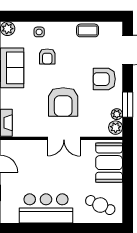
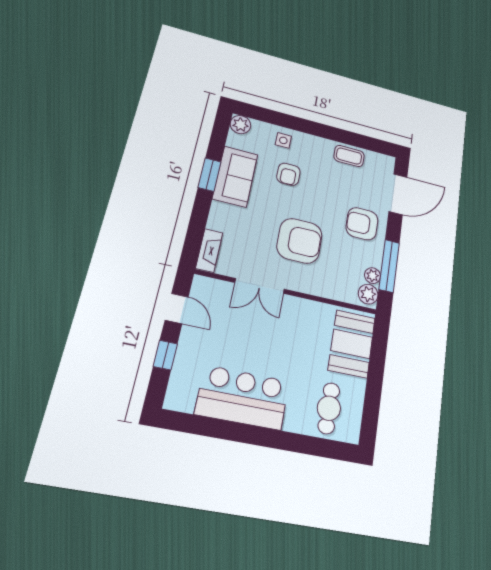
armchair: (63, 102) -> (299, 241), turned -90
window: (128, 105) -> (389, 266), width x1.44
double door: (64, 138) -> (260, 286), moved
cafe table: (100, 205) -> (329, 408), turned 65

